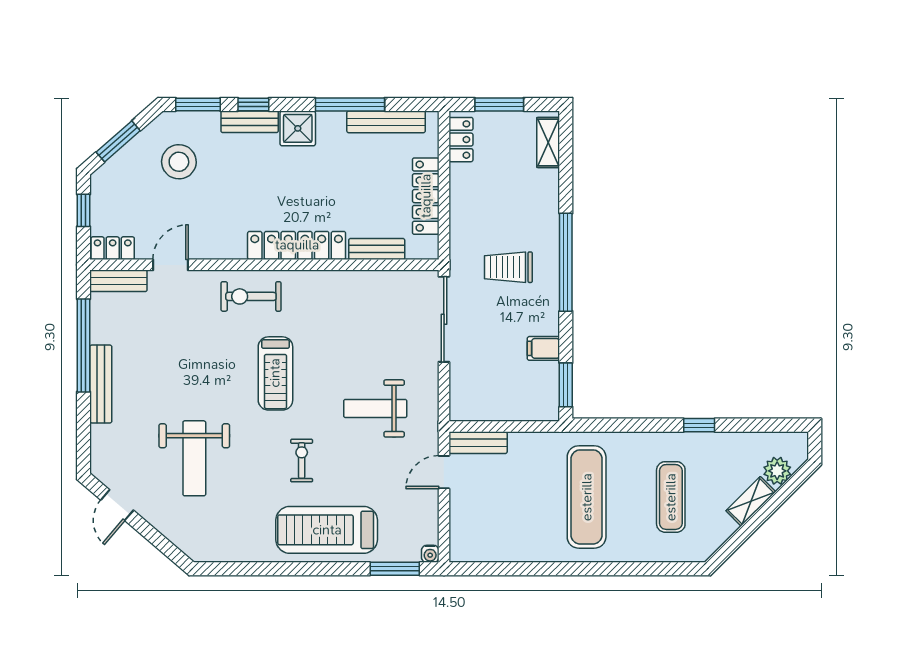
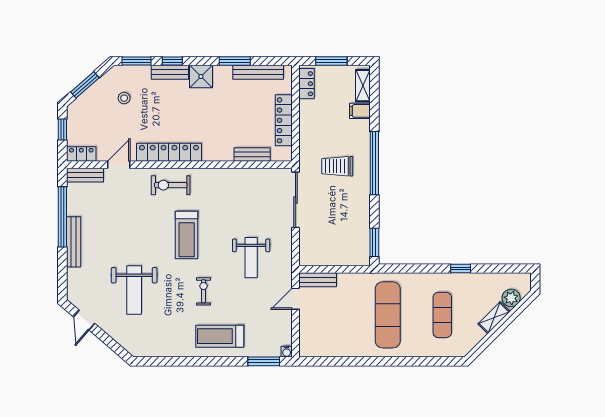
window: (350, 104) -> (235, 61), width x0.69
stool: (179, 162) -> (124, 98), width x0.53, depth x0.53
locker: (297, 245) -> (169, 152), moved
filing cabinet: (543, 348) -> (360, 111), moved
weight bench: (375, 408) -> (251, 258), turned -90
treadmill: (327, 530) -> (220, 336), width x0.73, depth x0.73

